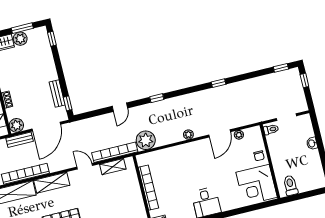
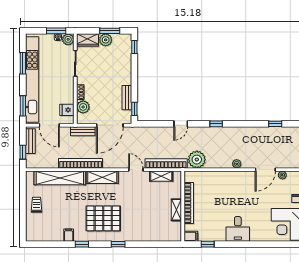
plant: (16, 125) -> (83, 107), moved
shelving: (137, 198) -> (176, 210), added

